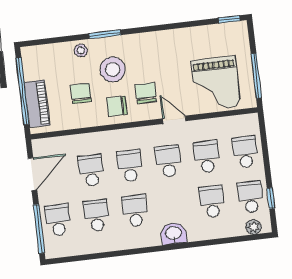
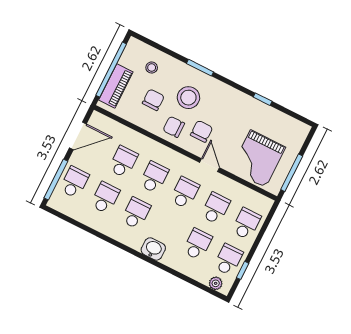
window: (229, 19) -> (263, 99), moved
stool: (81, 50) -> (152, 68), moved

